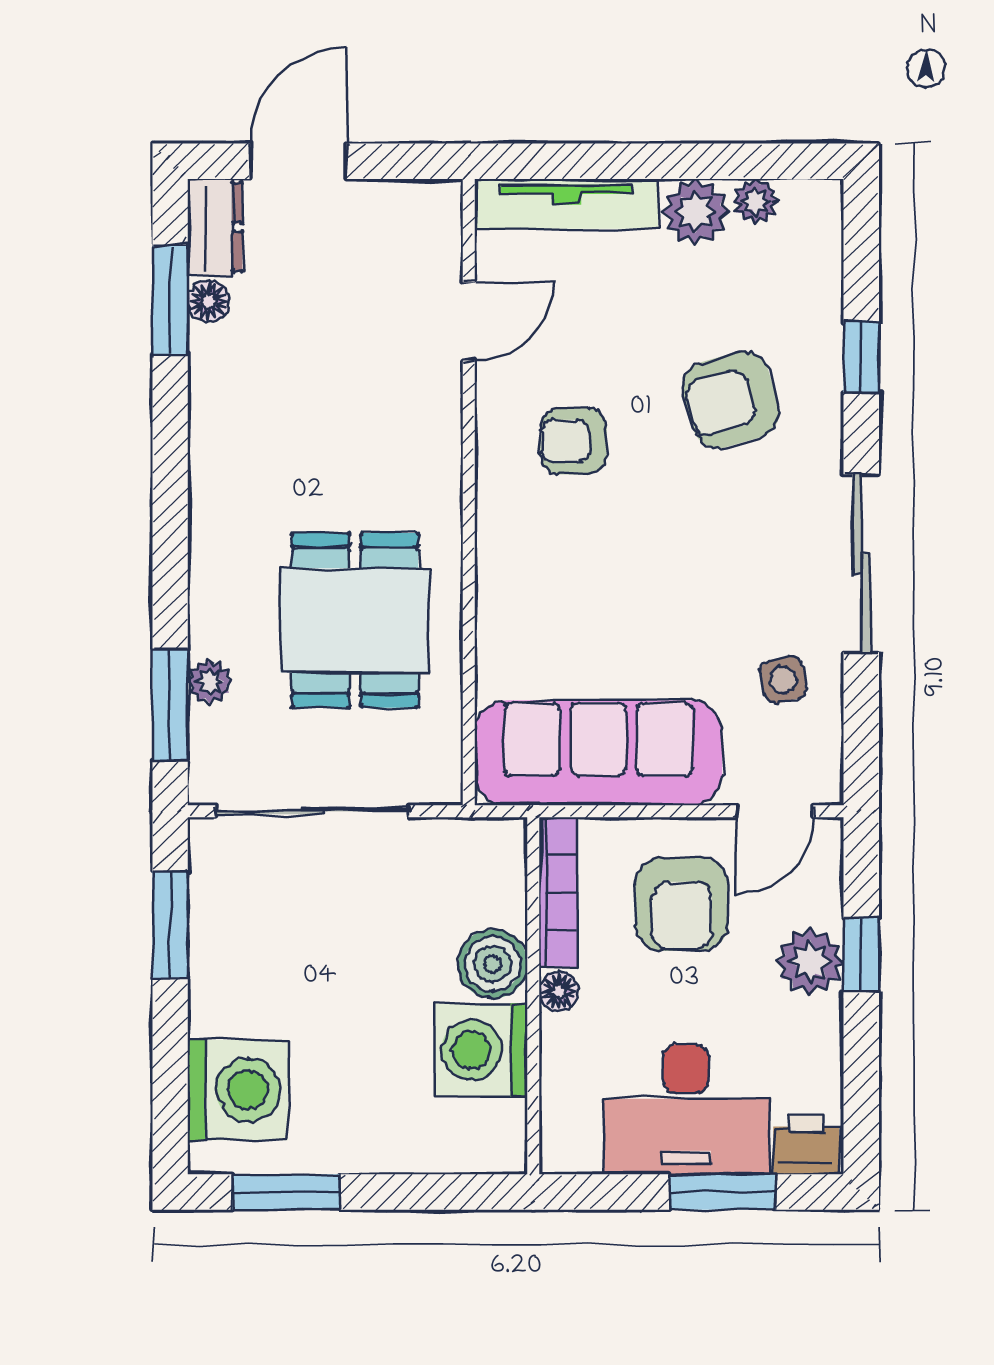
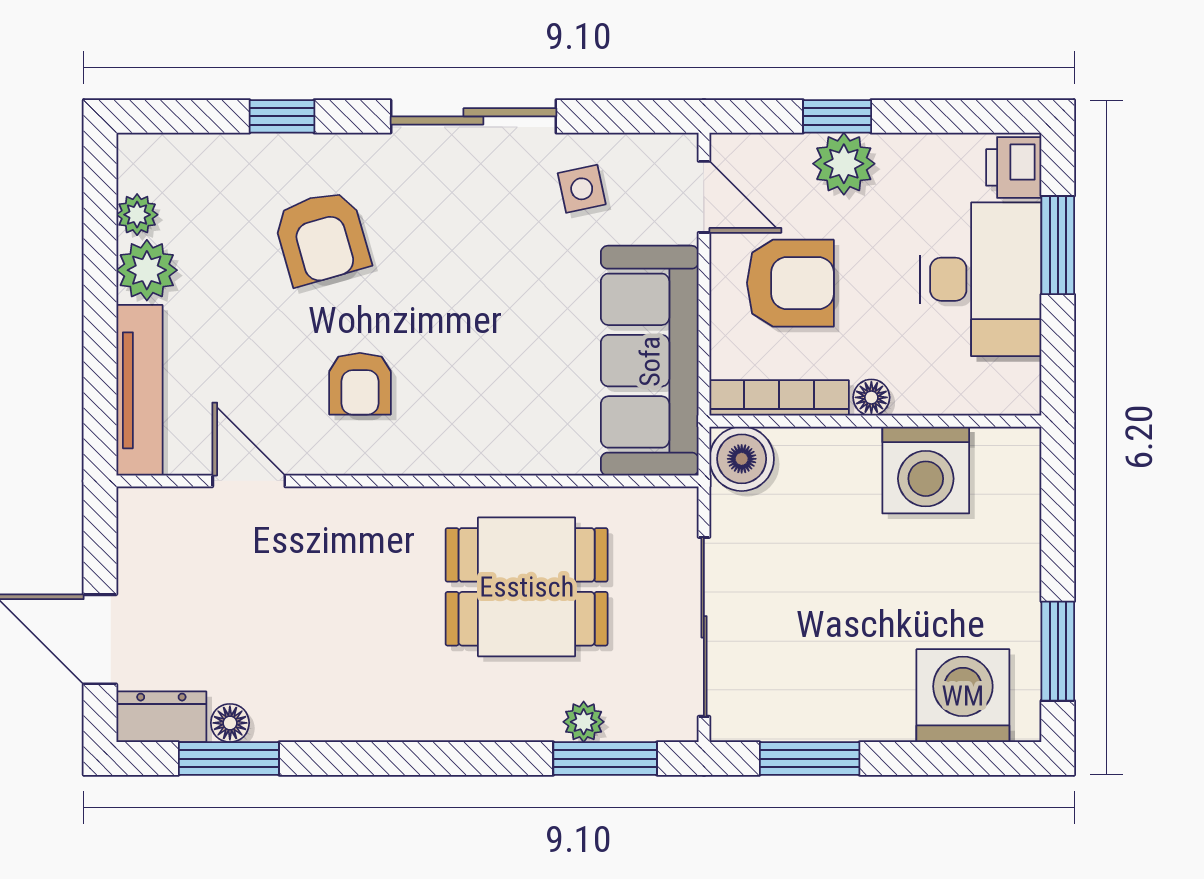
boiler: (493, 964) -> (742, 459), moved

